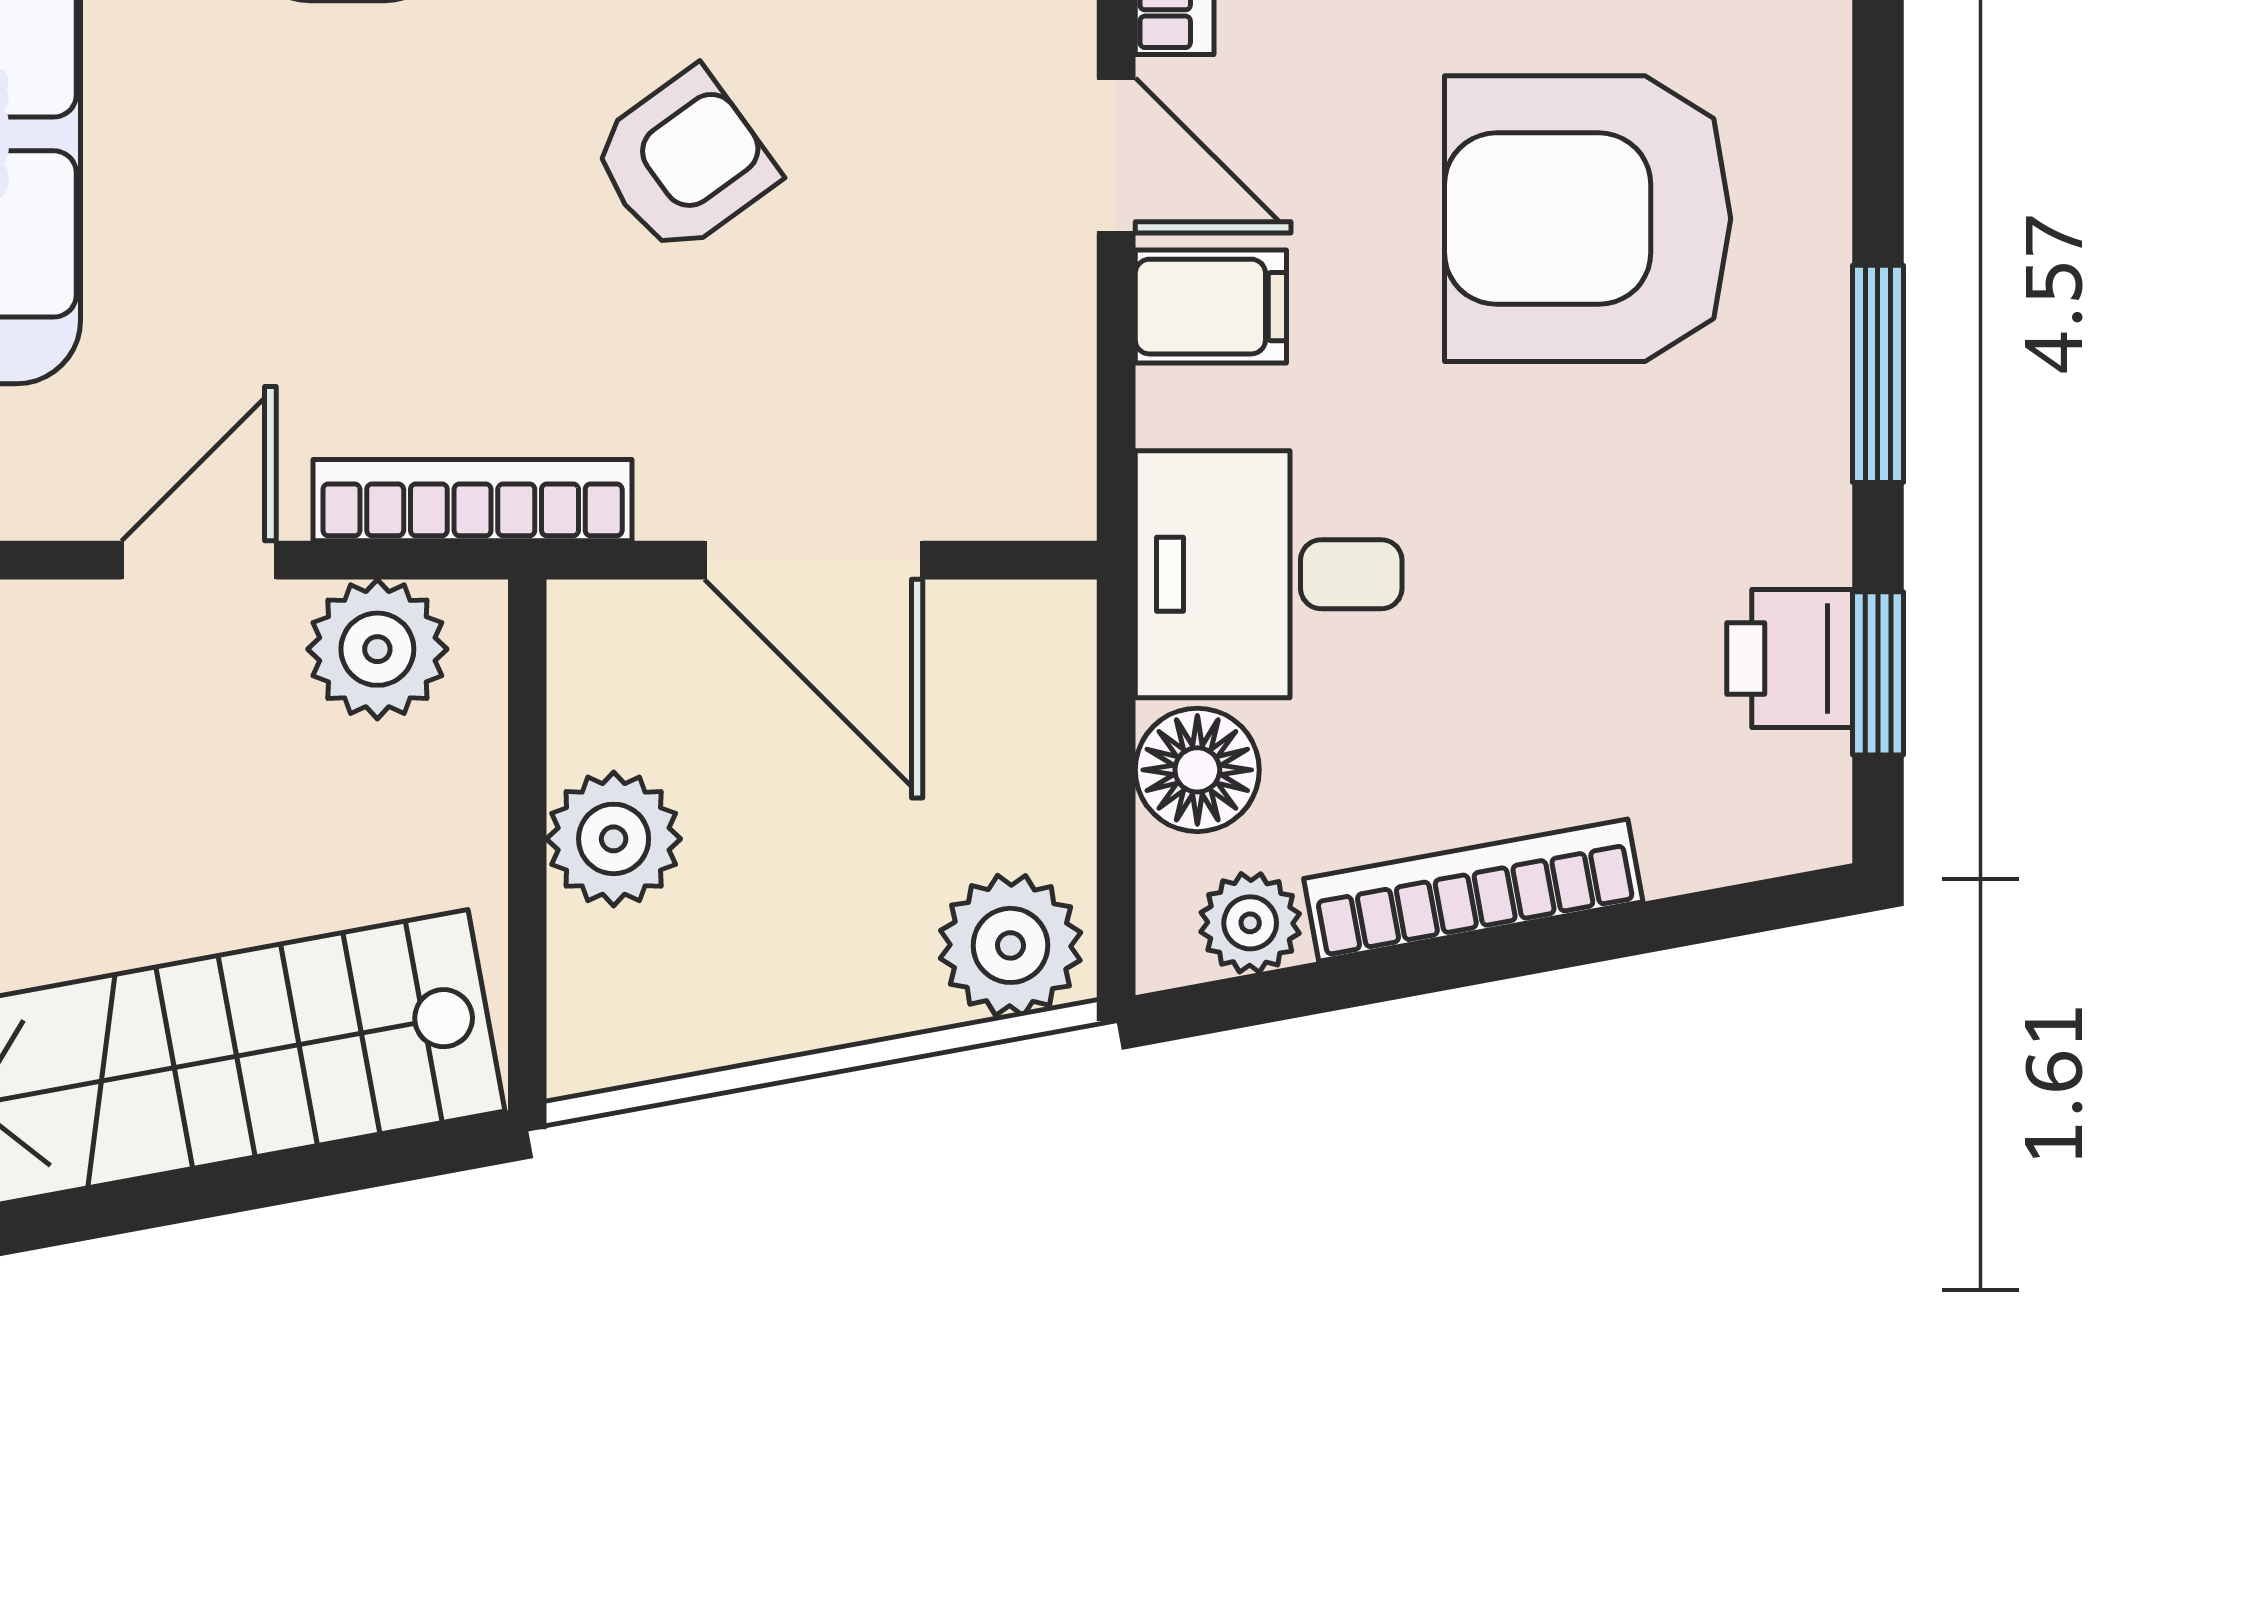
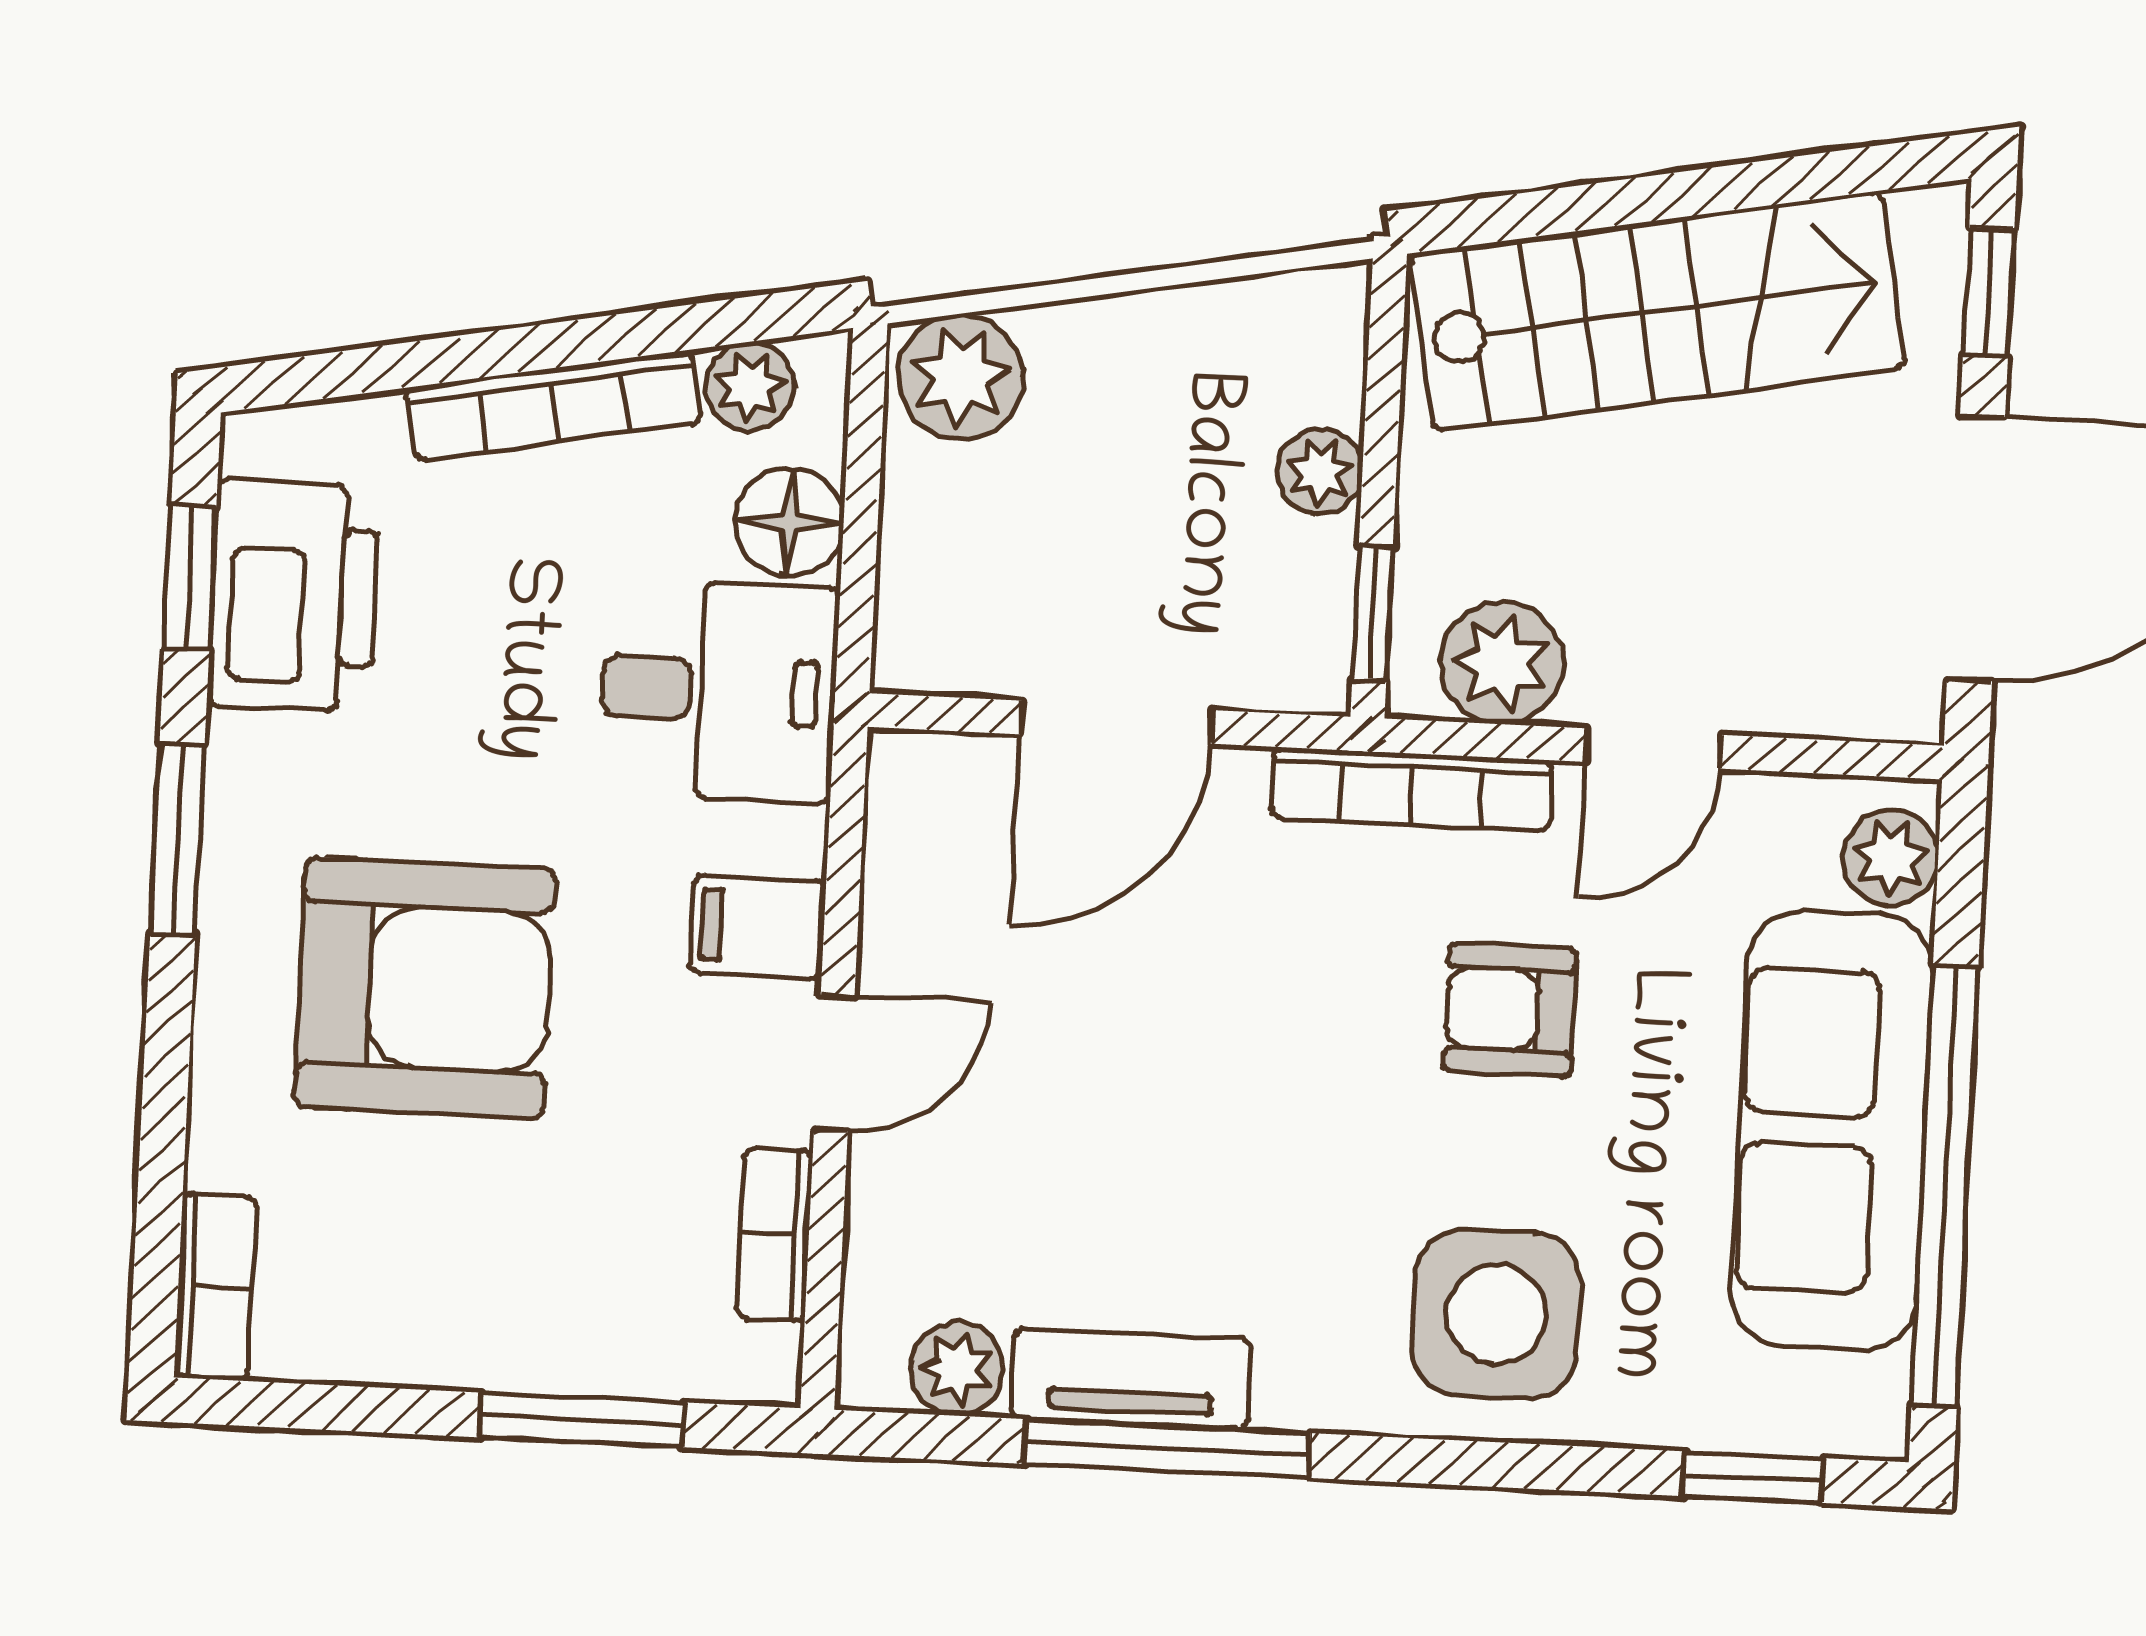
door: (1116, 156) -> (834, 1063), swing flipped
armchair: (684, 162) -> (1510, 1010), moved, turned 36
door: (814, 560) -> (1116, 722), swing flipped
printer: (1790, 658) -> (293, 596), width x1.87, depth x1.48
window: (527, 699) -> (1372, 613), added
plant: (614, 839) -> (1320, 472), width x0.73, depth x0.73

